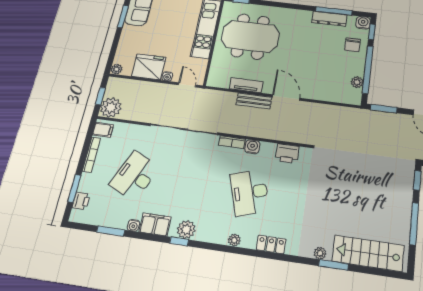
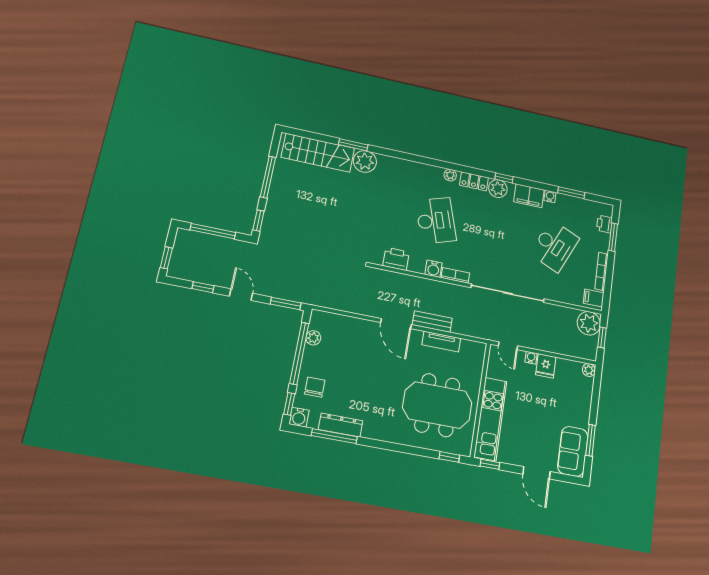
fridge: (149, 67) -> (546, 366), width x0.53, depth x0.75
locker: (271, 244) -> (474, 181), moved
plant: (320, 253) -> (365, 161), width x1.88, depth x1.88

